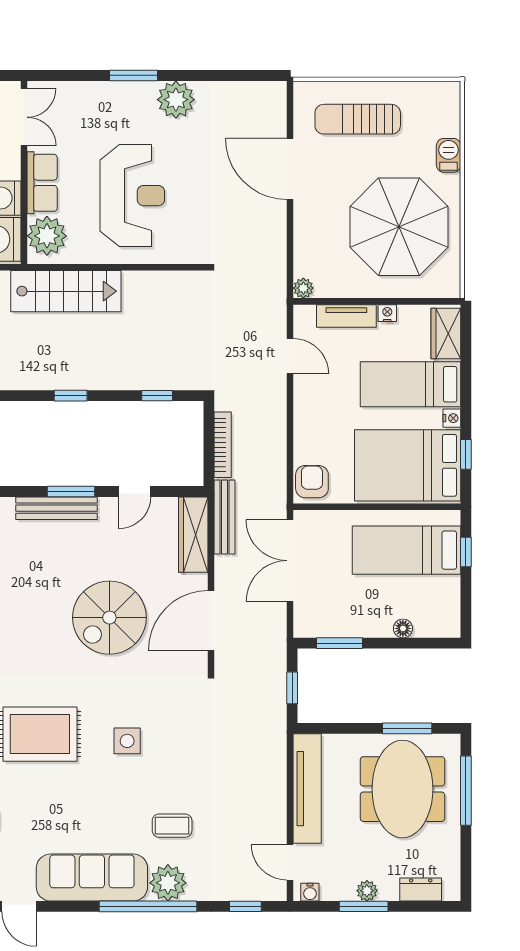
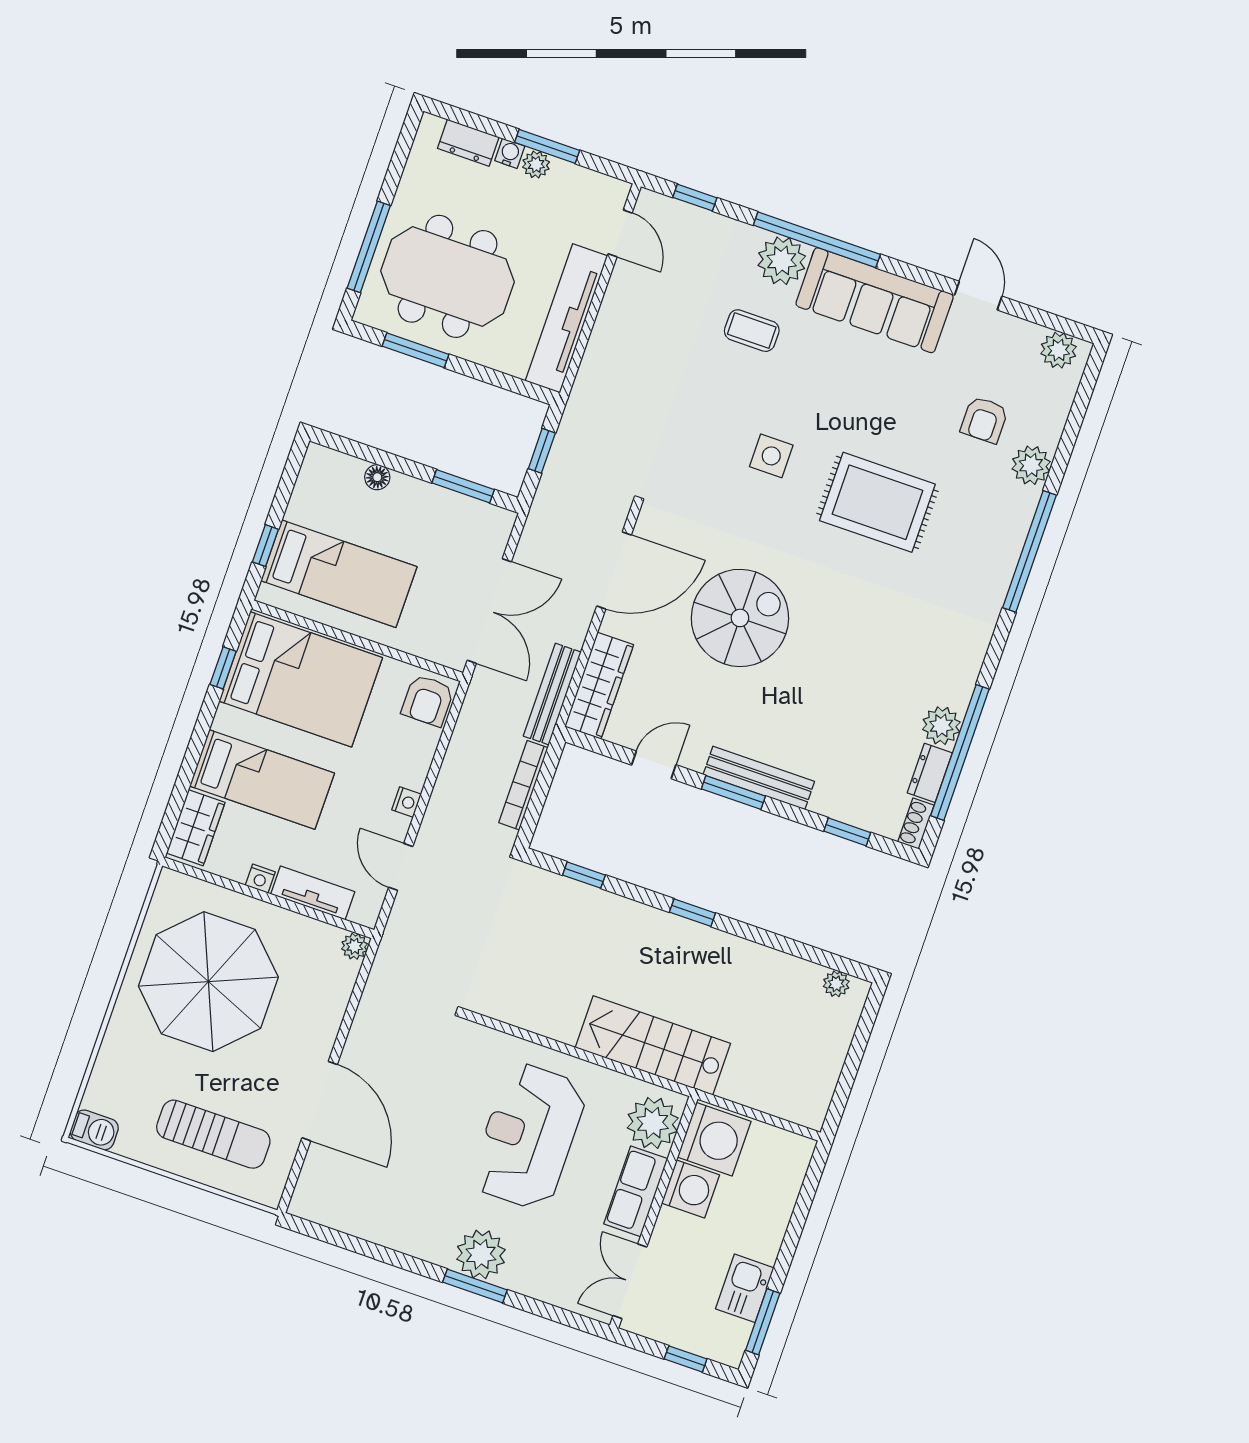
plant: (176, 100) -> (481, 1254), moved
barbecue: (449, 155) -> (94, 1130), moved, turned -90
nightstand: (452, 418) -> (406, 802), moved, turned 180
meeting table: (402, 789) -> (448, 276), turned 90
water cooler: (310, 892) -> (510, 153), moved

